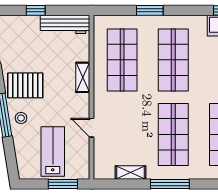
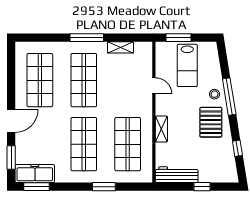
pallet: (25, 85) -> (211, 122), turned 90

